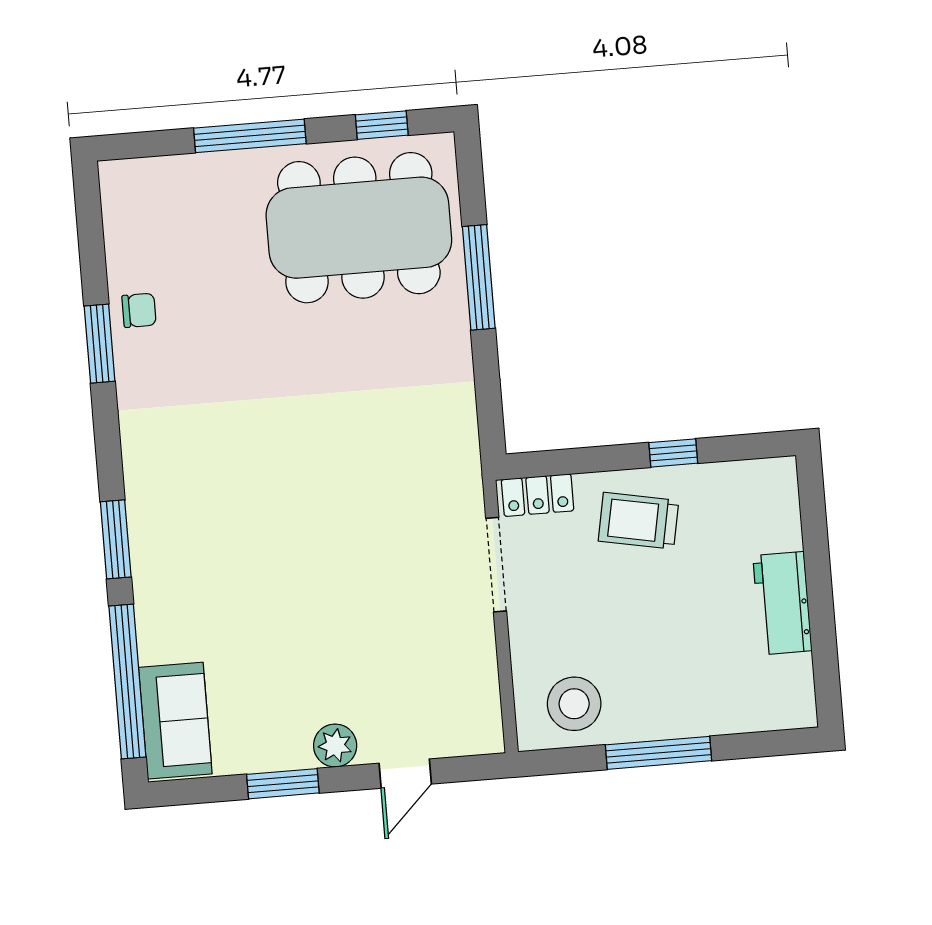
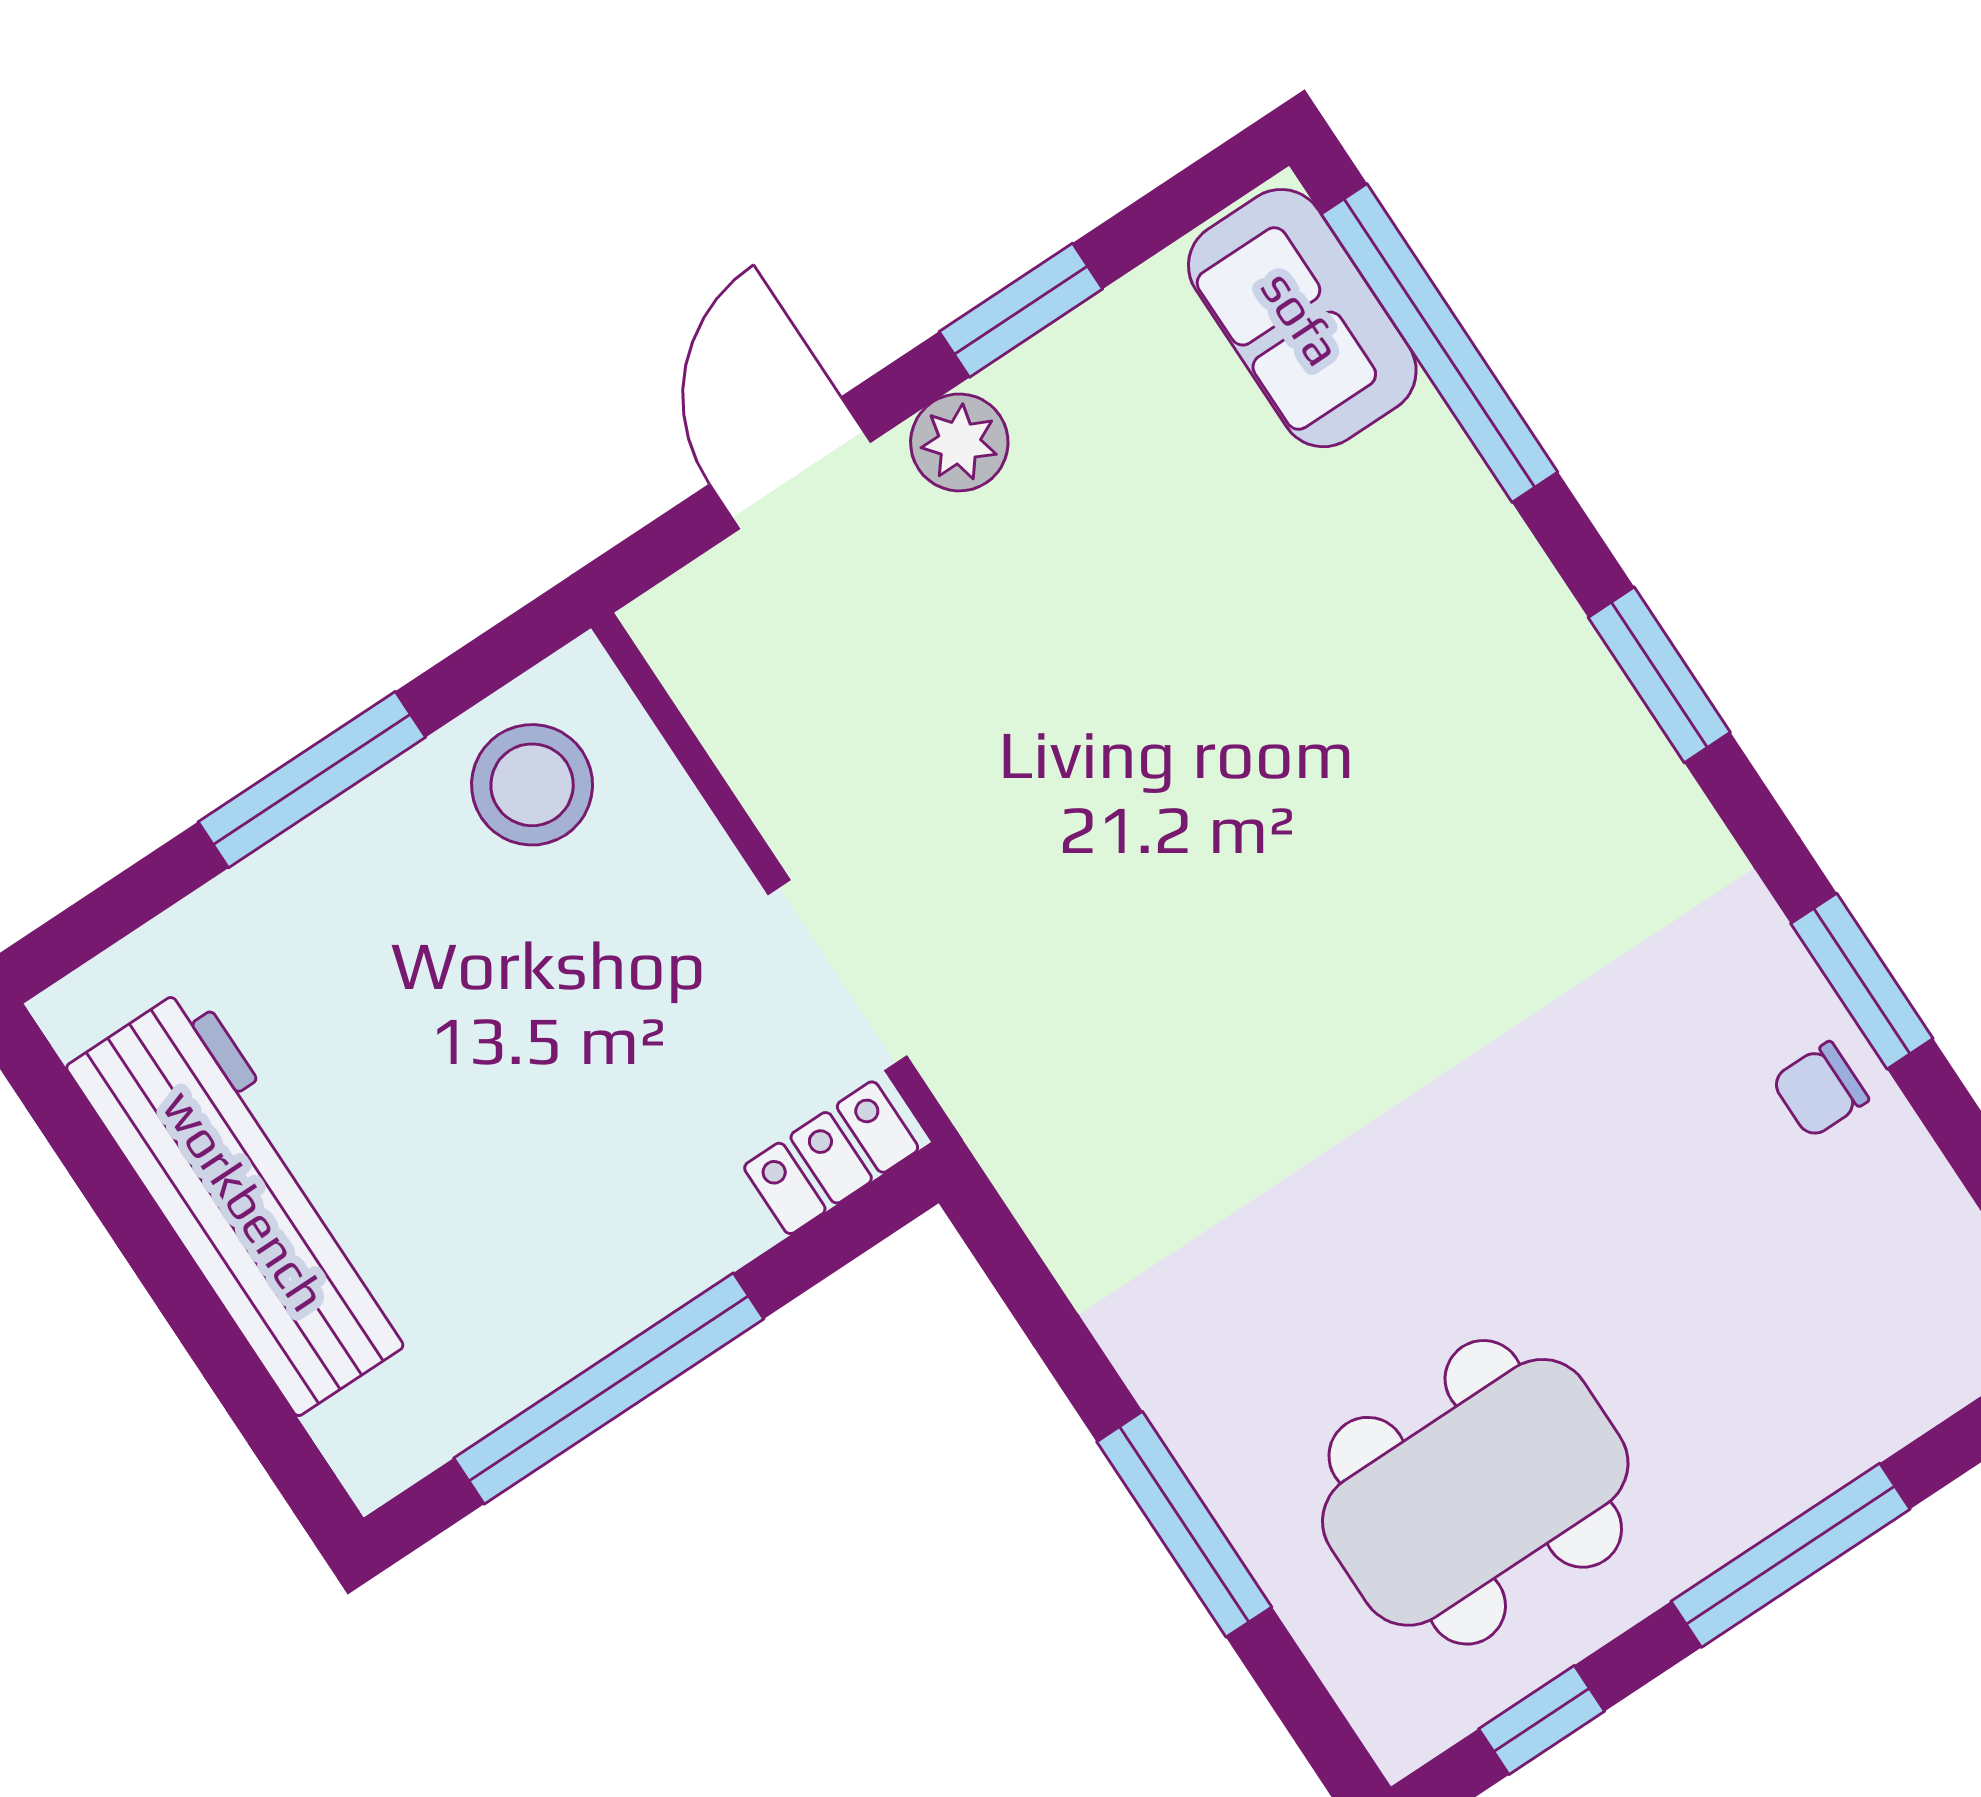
dining table: (359, 228) -> (1475, 1492), width x0.73, depth x0.80
window: (673, 453) -> (609, 1389), width x3.17
trolley: (639, 521) -> (604, 1217), removed
window: (116, 539) -> (1659, 675), moved
workbench: (782, 603) -> (245, 1200), width x1.88, depth x1.32
door: (405, 774) -> (790, 463), width x1.38

